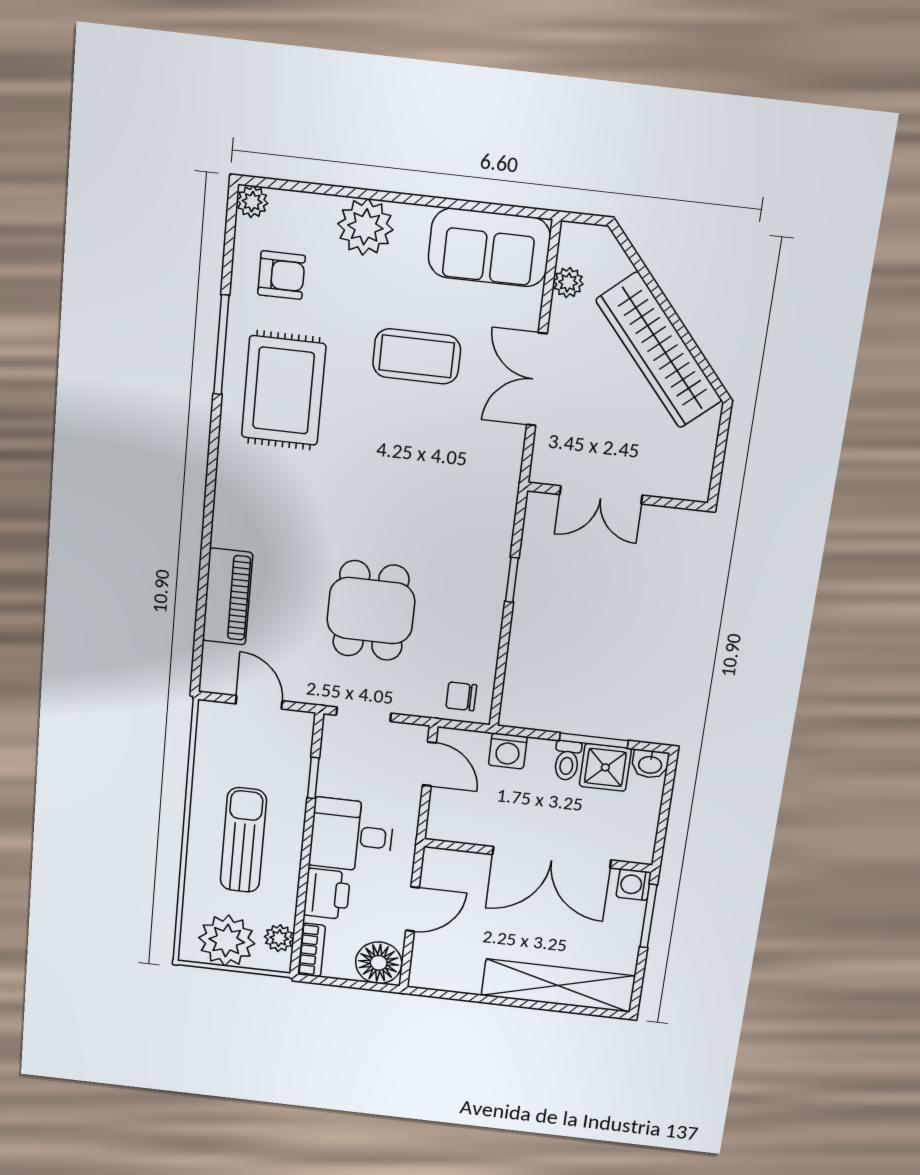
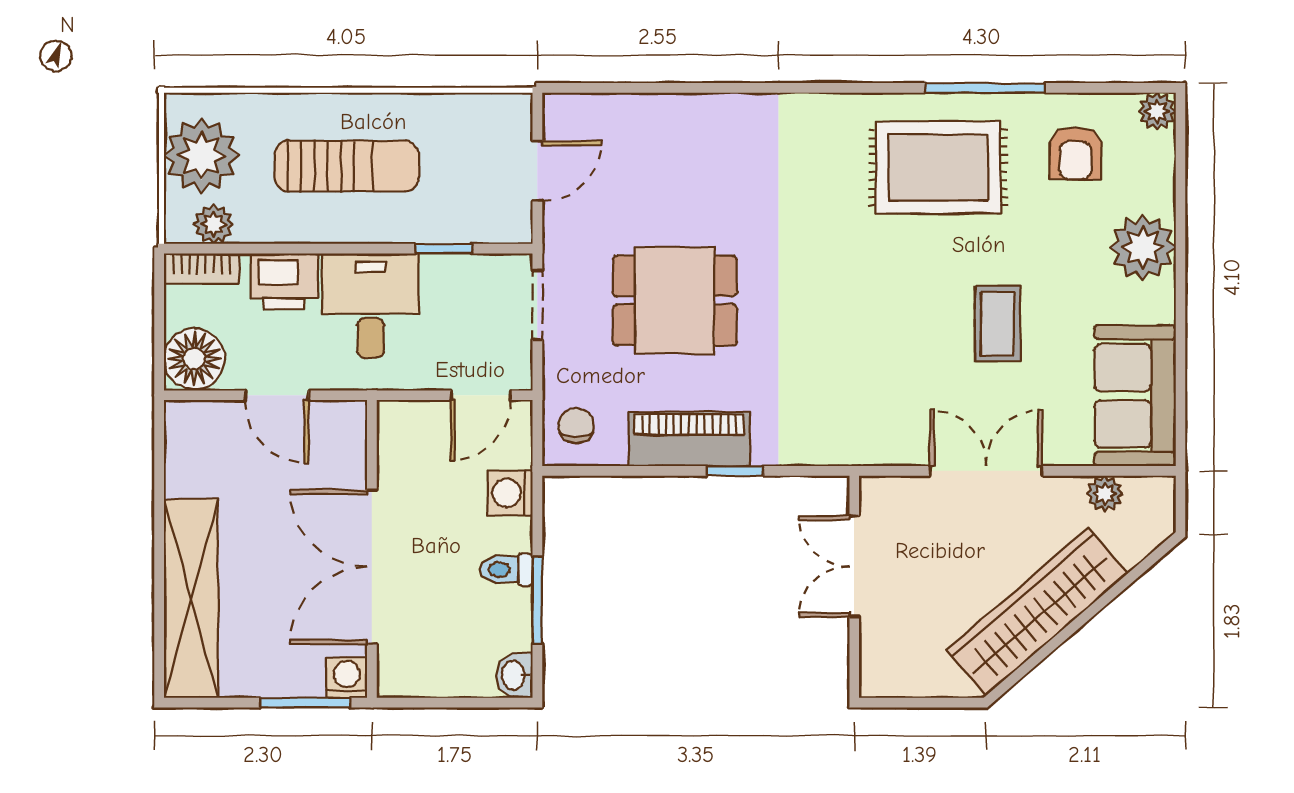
coffee table: (417, 356) -> (997, 324), width x0.73, depth x0.77
piano: (227, 597) -> (689, 439), moved, turned 180
shower: (605, 767) -> (503, 619), removed

